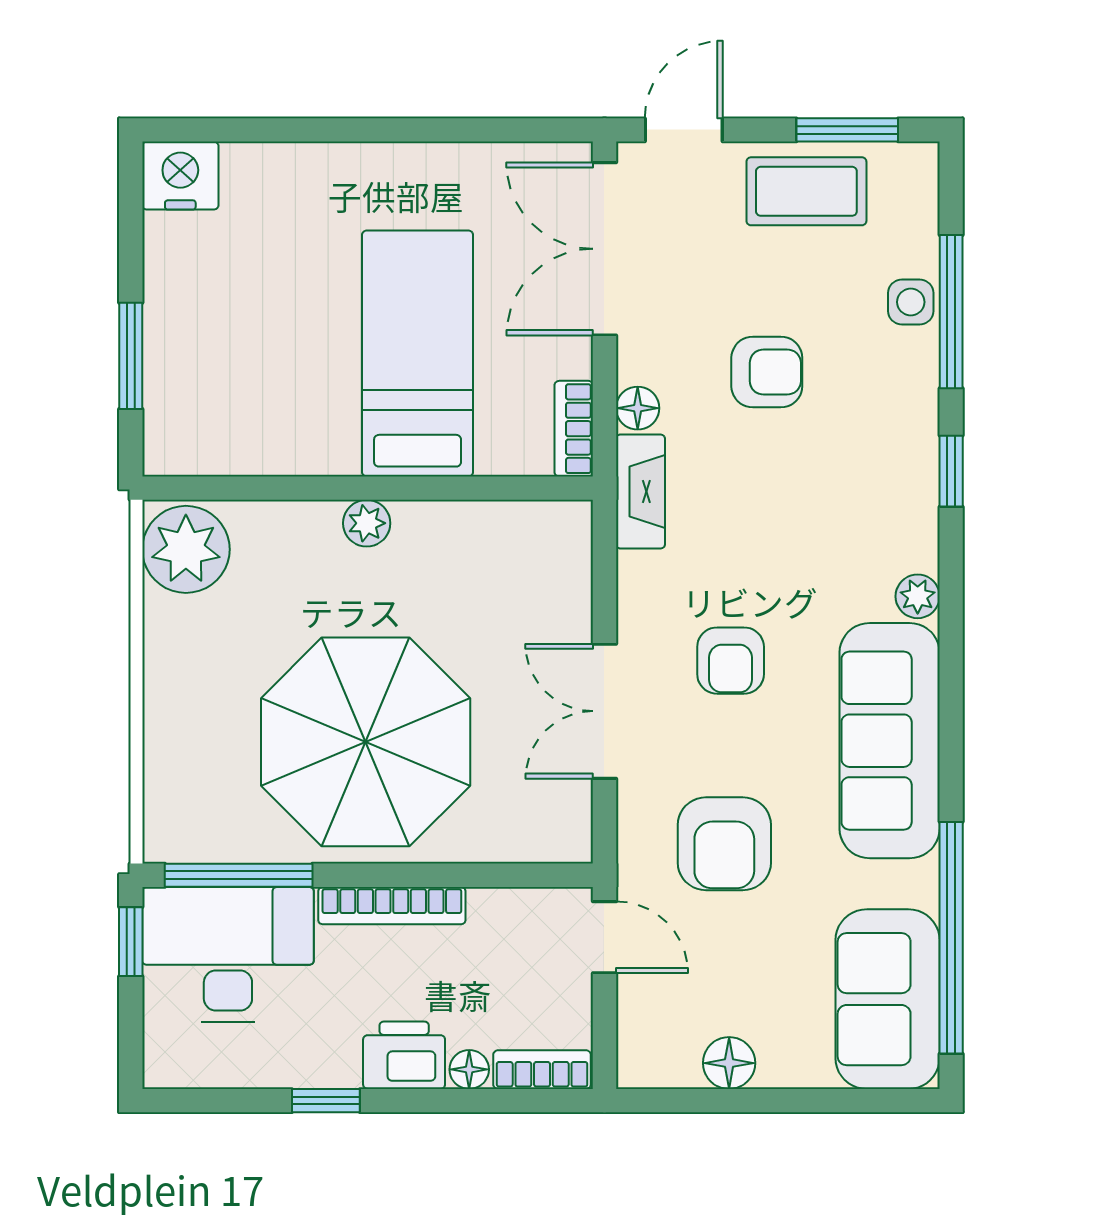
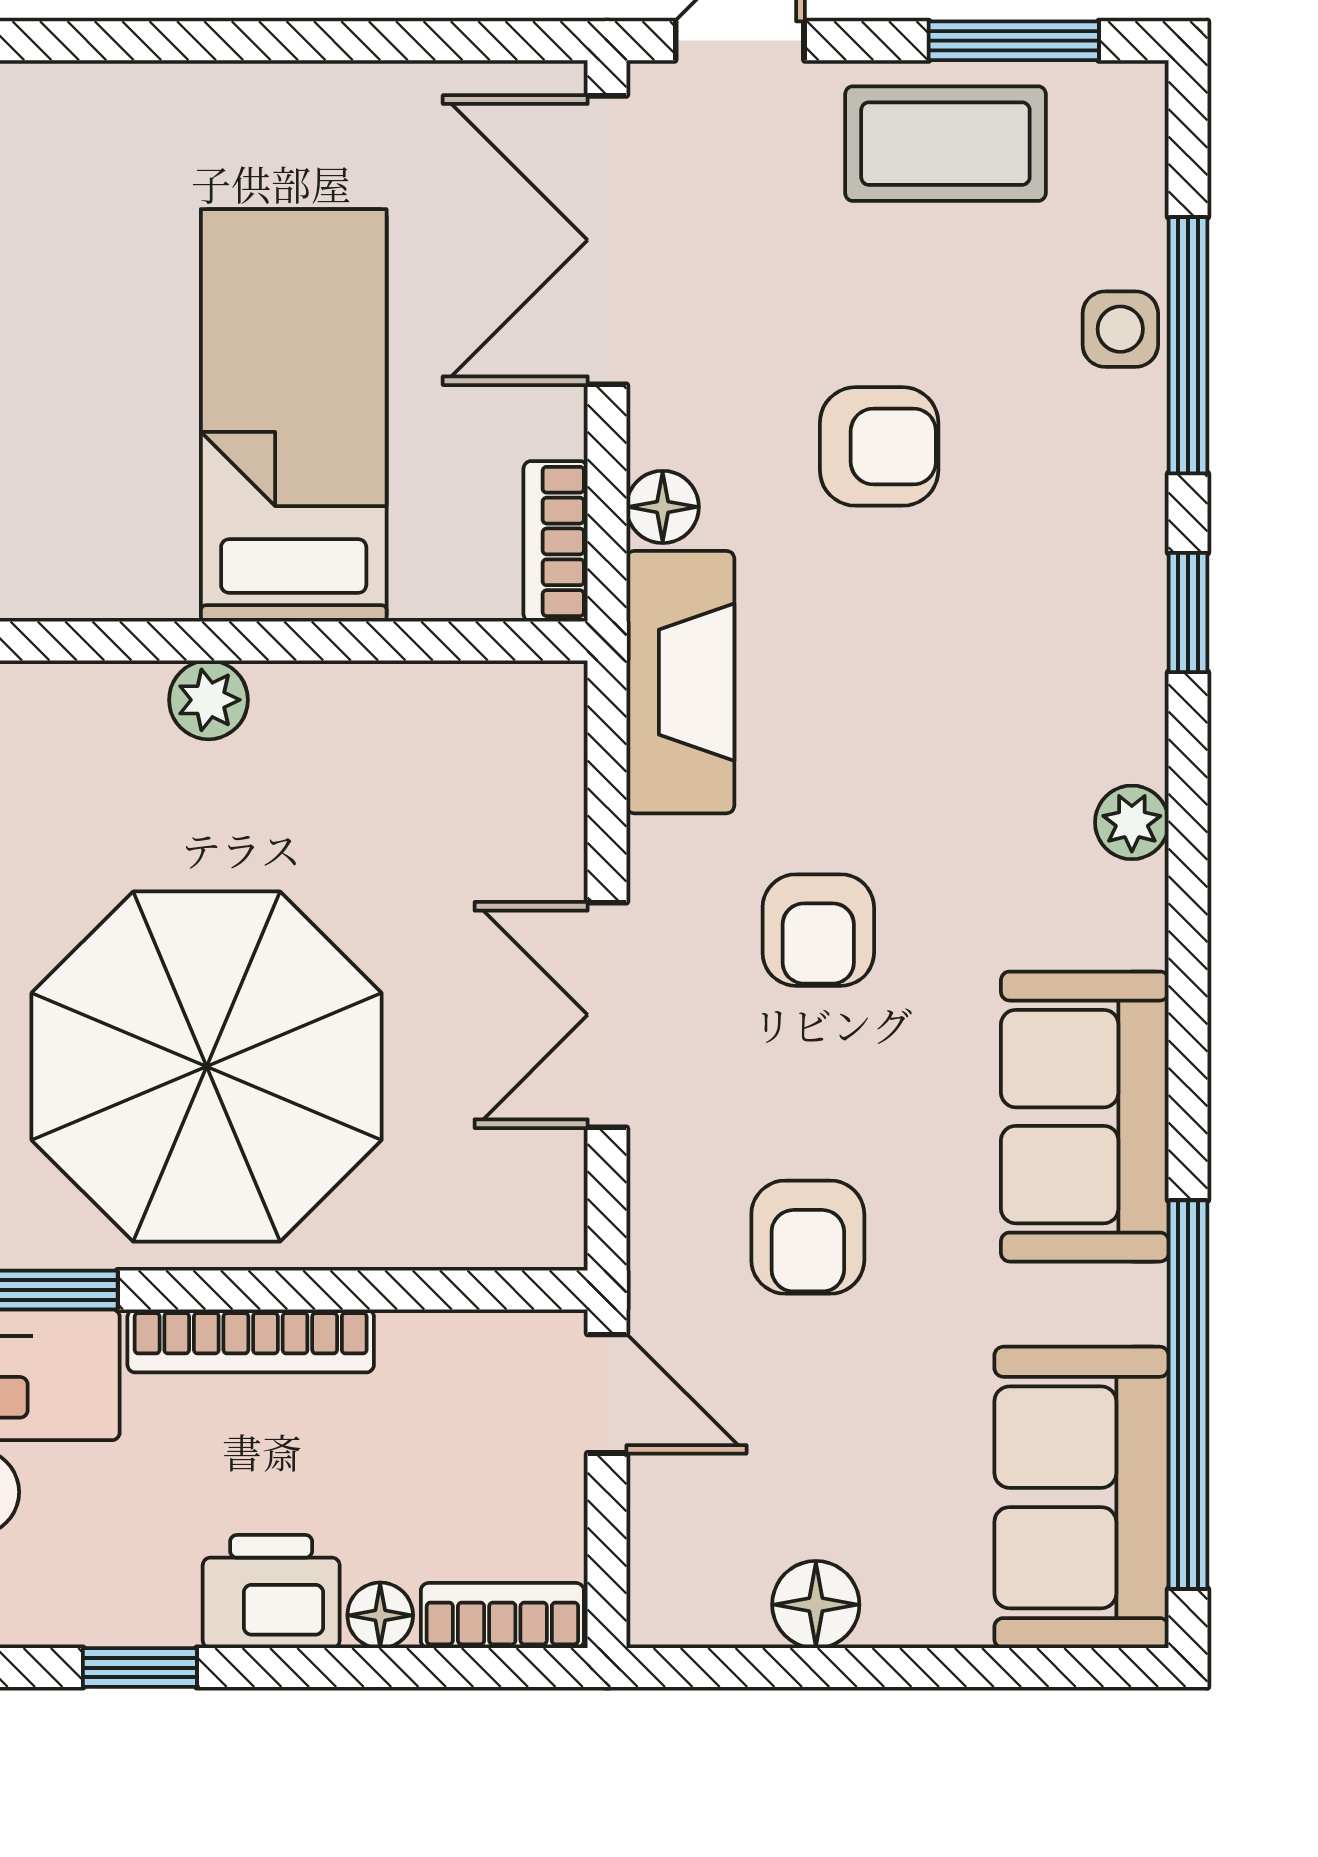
fireplace: (640, 492) -> (680, 682), width x1.37, depth x1.32
sofa: (890, 741) -> (1085, 1117), width x0.73
armchair: (724, 844) -> (808, 1237), width x0.72, depth x0.72

